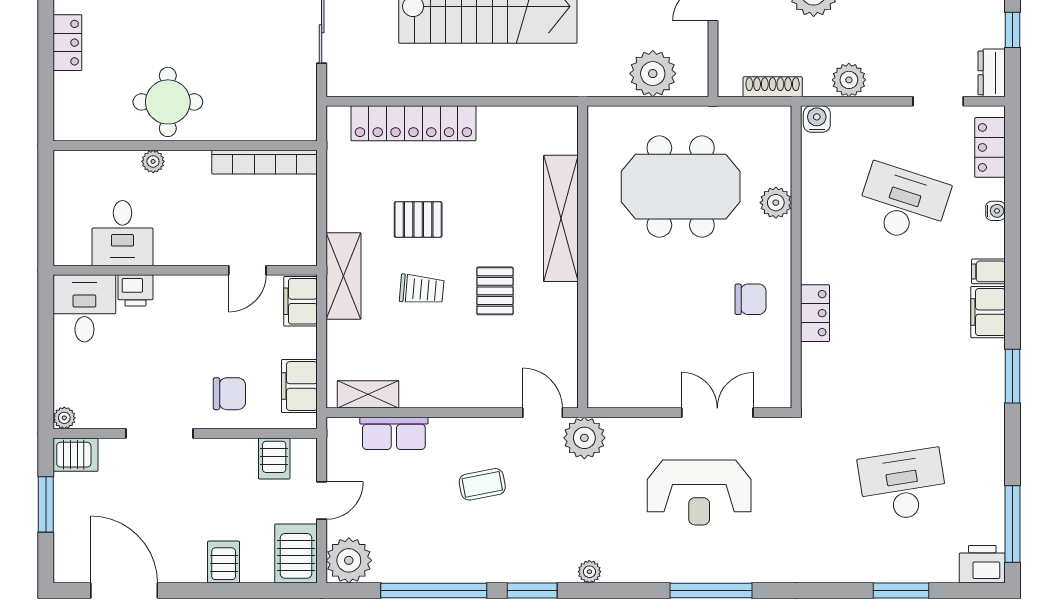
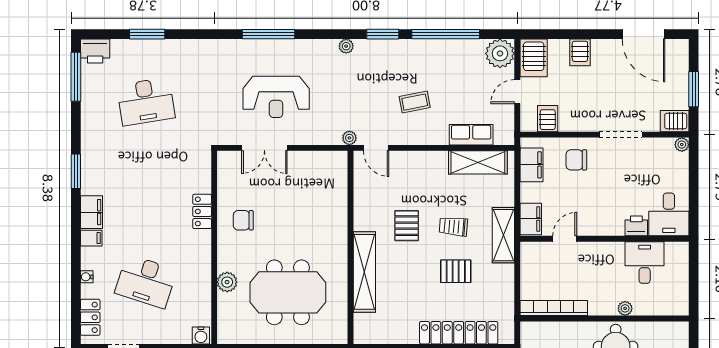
shelving: (368, 394) -> (478, 162), width x1.50, depth x1.33
plant: (584, 438) -> (349, 138), width x0.53, depth x0.53
reception desk: (699, 492) -> (276, 97), turned 180

